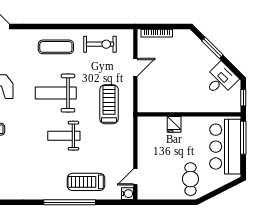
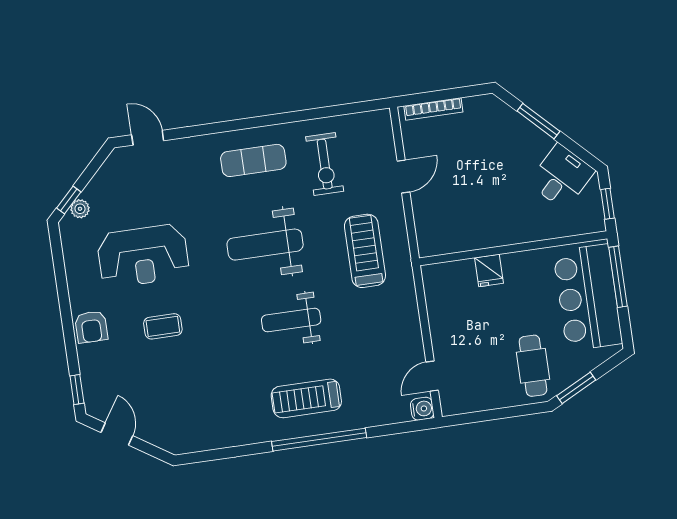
exercise bike: (100, 44) -> (325, 164), moved, turned 90
treadmill: (86, 182) -> (306, 398), moved
window: (212, 194) -> (576, 388), added

